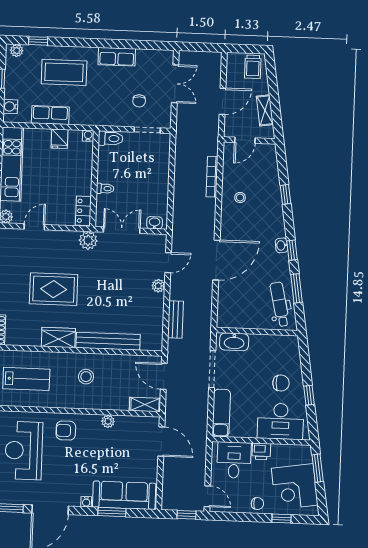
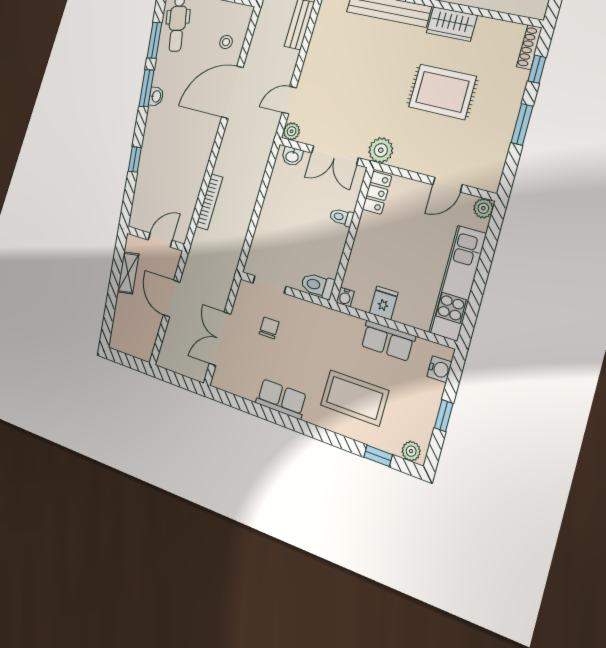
trolley: (253, 67) -> (126, 334), removed
door: (222, 101) -> (172, 299), hinge flipped
stool: (240, 198) -> (226, 42), moved
window: (292, 250) -> (146, 88), width x1.50
plant: (158, 286) -> (292, 131), moved

